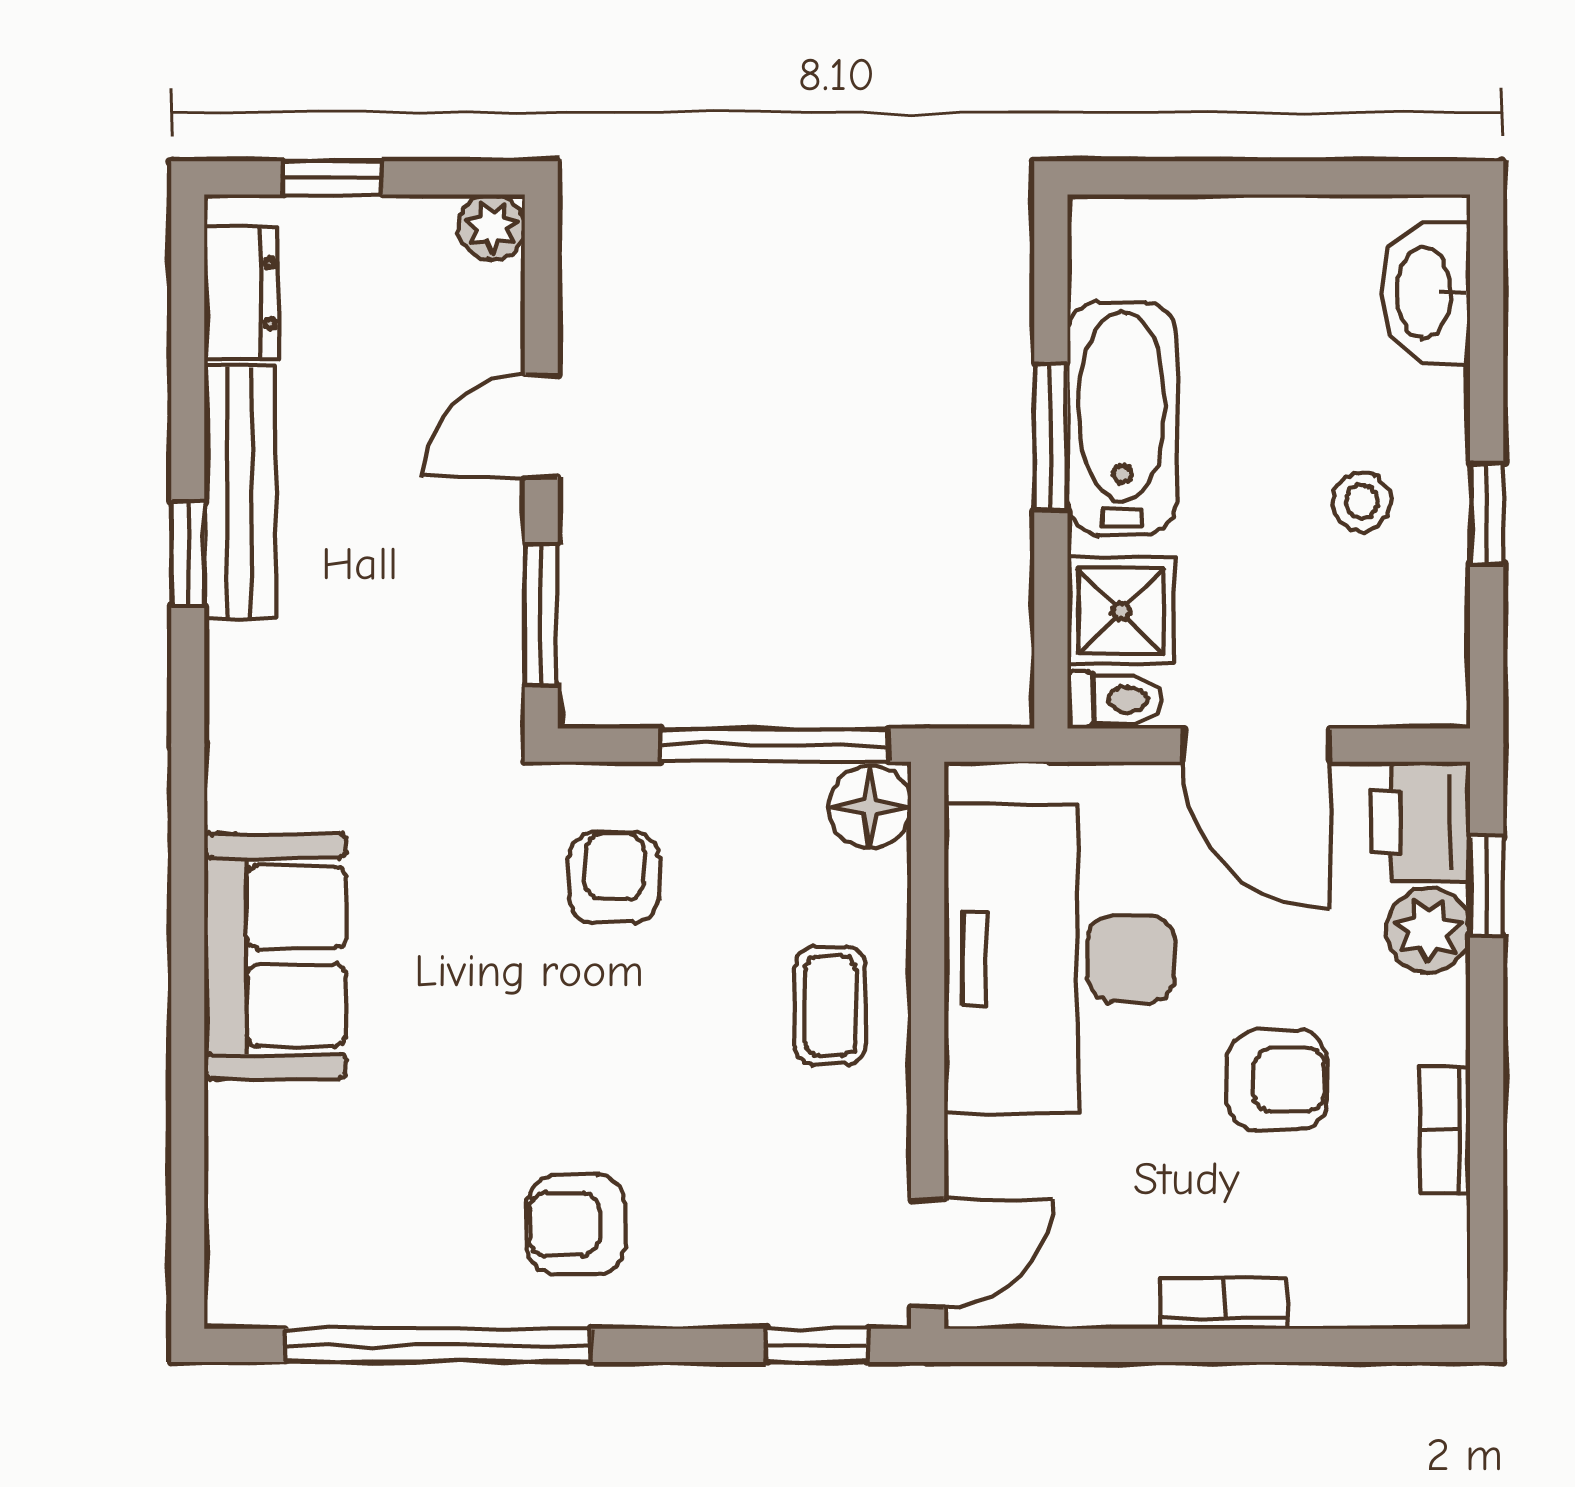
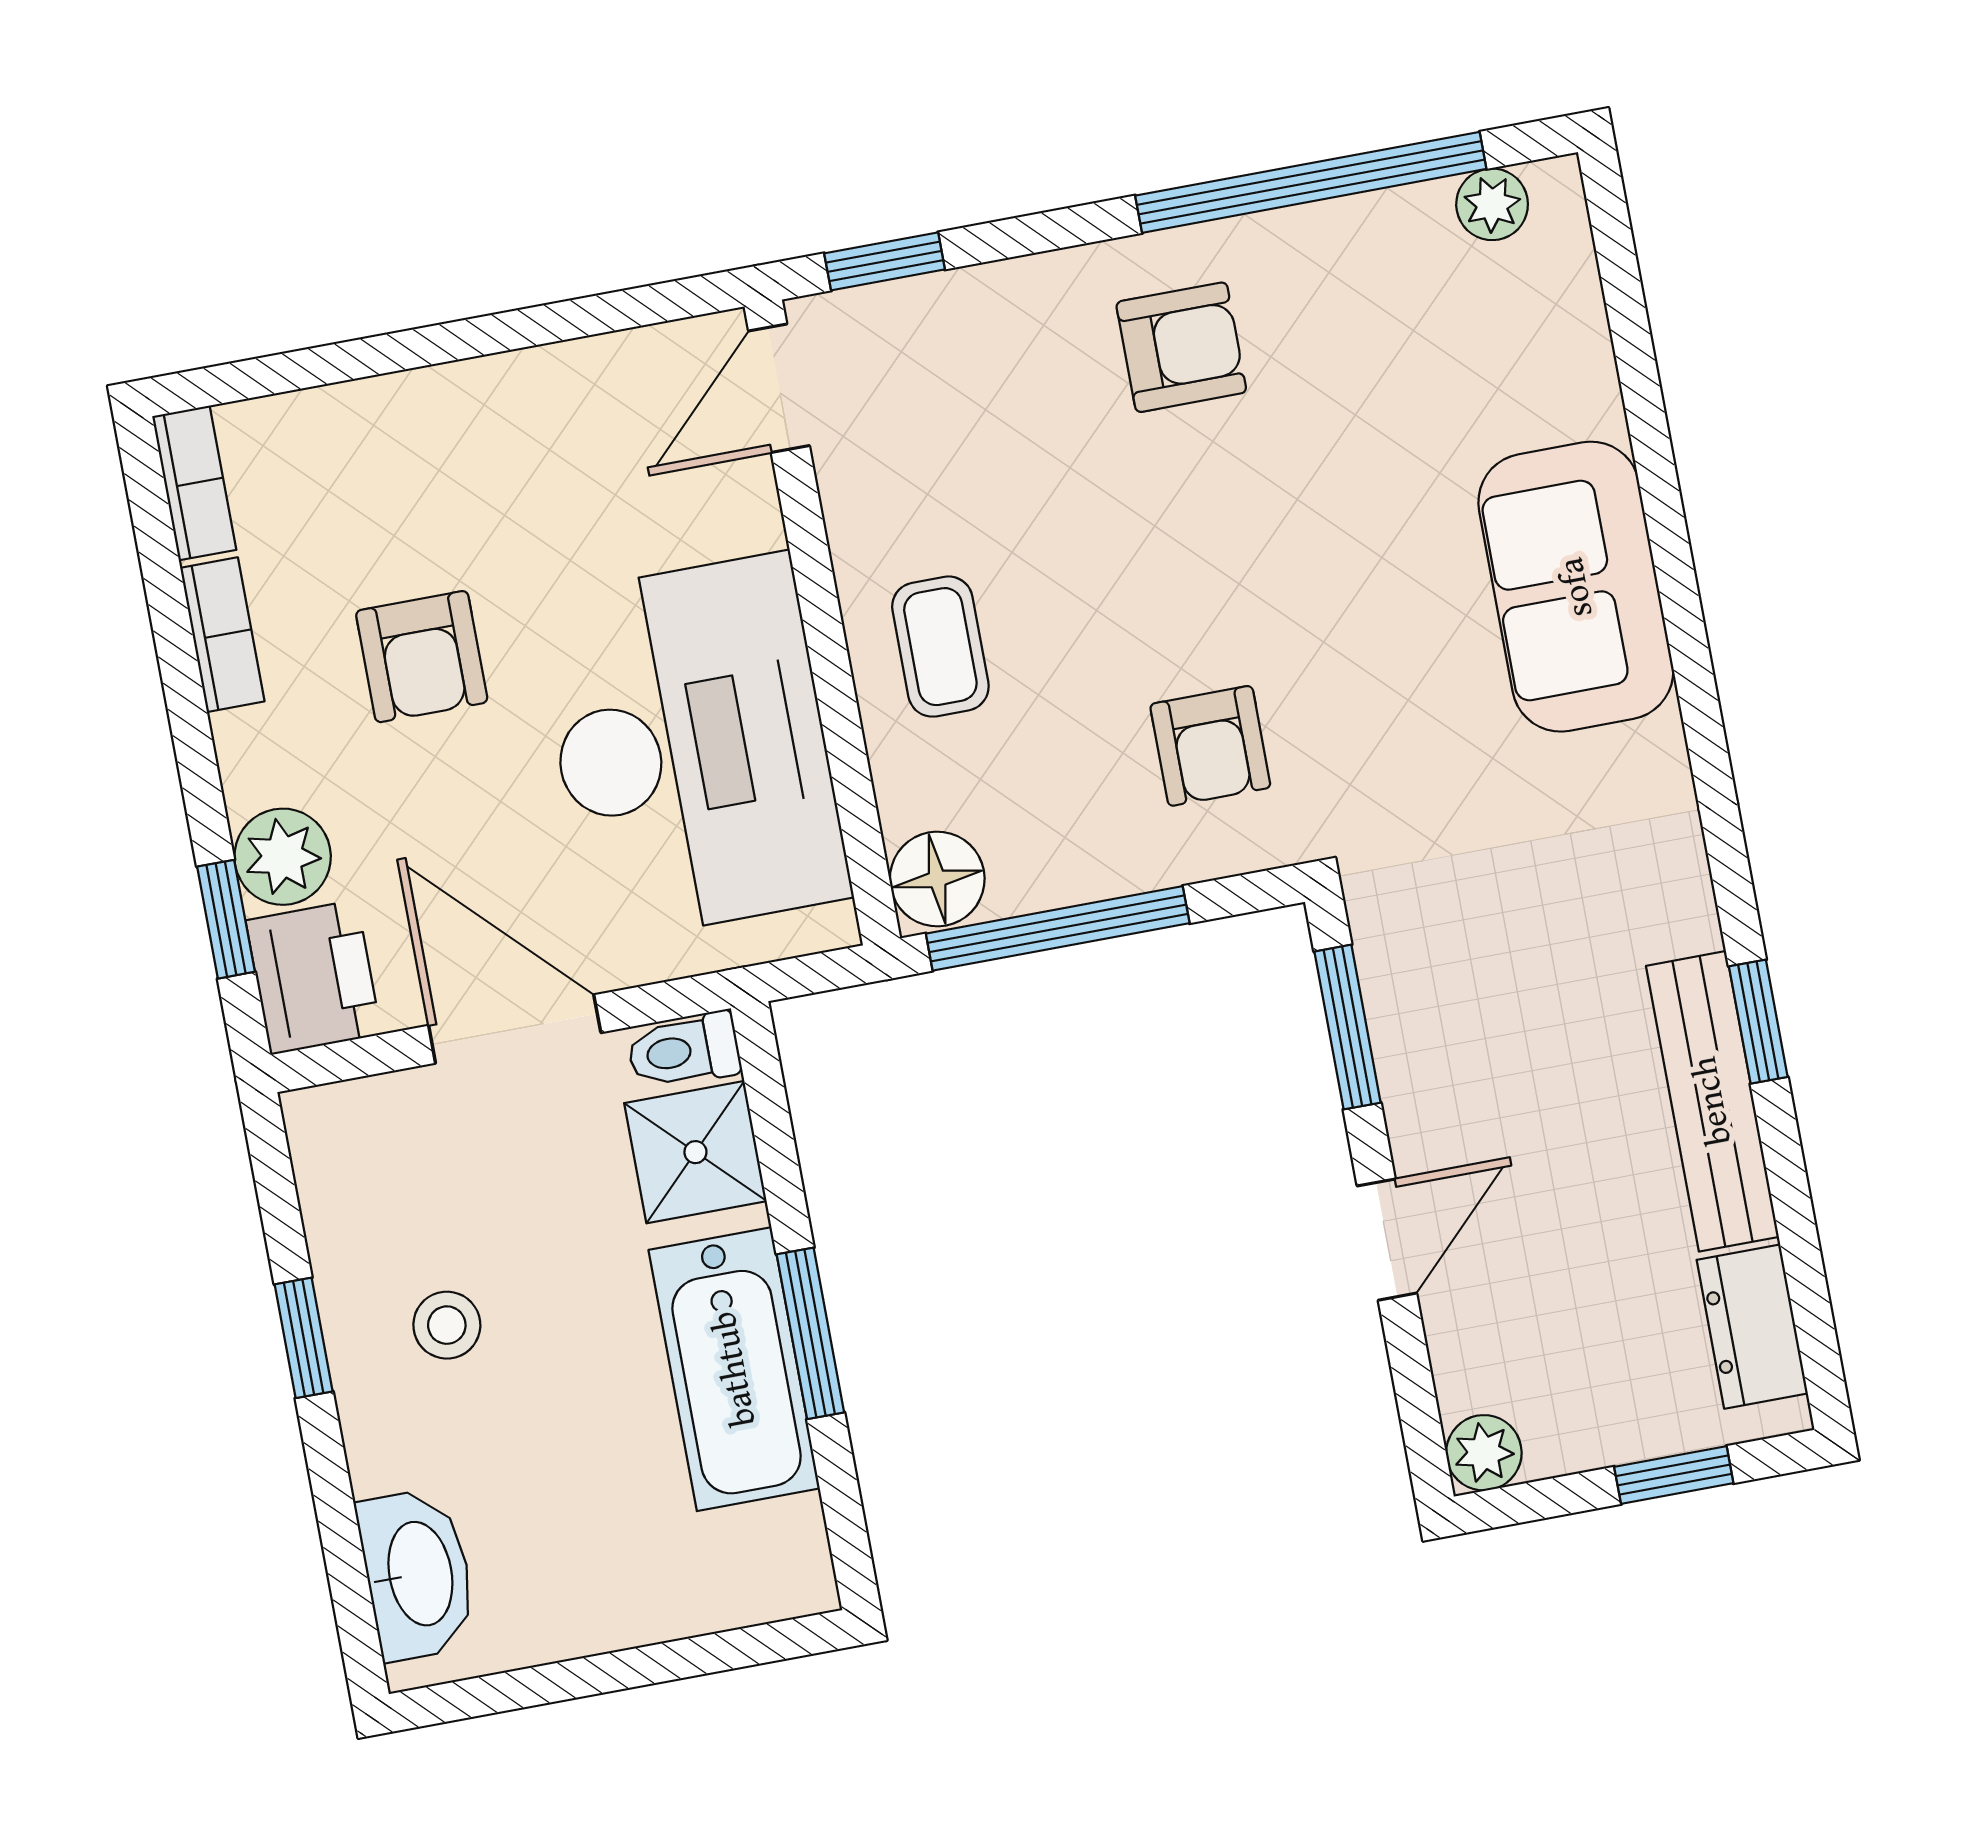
armchair: (1277, 1080) -> (422, 657), turned -90
plant: (286, 1298) -> (1492, 204), added
bookcase: (1224, 1303) -> (194, 483), moved, turned -90

